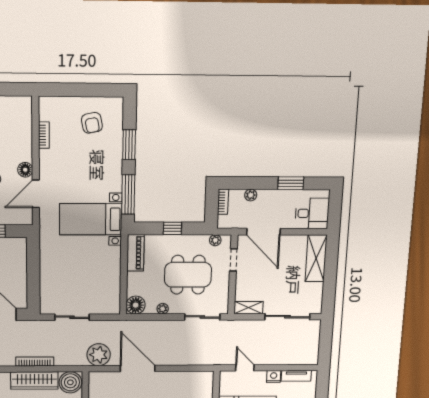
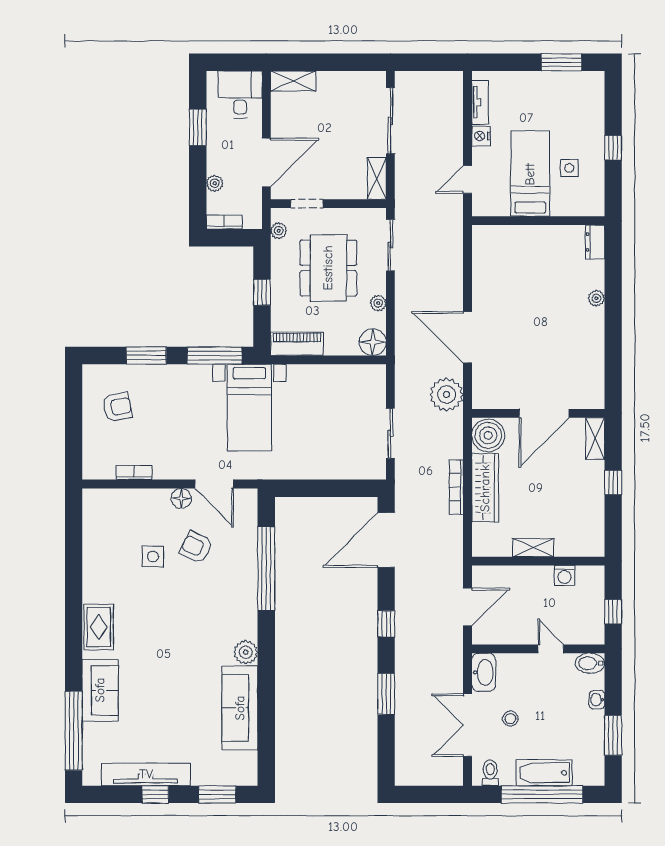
shelving: (316, 258) -> (293, 81), width x0.67, depth x0.75
door: (138, 368) -> (468, 337), hinge flipped

